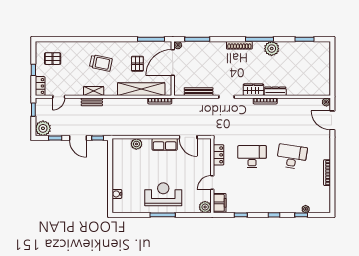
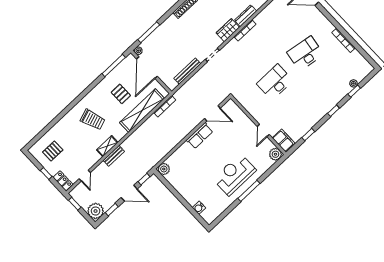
trolley: (101, 63) -> (93, 120), turned 59
plant: (136, 144) -> (164, 169), moved
locker: (219, 155) -> (248, 105), removed

